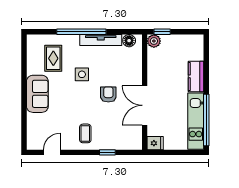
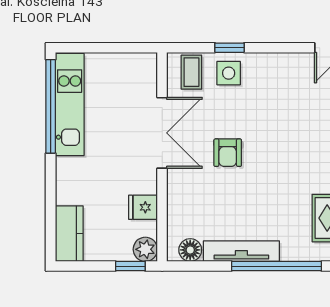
side table: (82, 74) -> (229, 73), moved
kitchen counter: (196, 76) -> (69, 234), moved
coffee table: (85, 133) -> (191, 72), moved
fridge: (155, 143) -> (143, 207), moved

